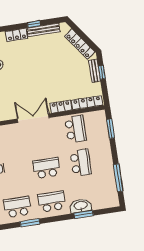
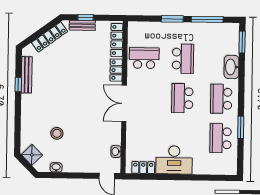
locker: (17, 35) -> (27, 106), removed
window: (111, 129) -> (172, 19), moved
school desk: (81, 163) -> (183, 59), turned 90
window: (84, 214) -> (242, 42), moved

